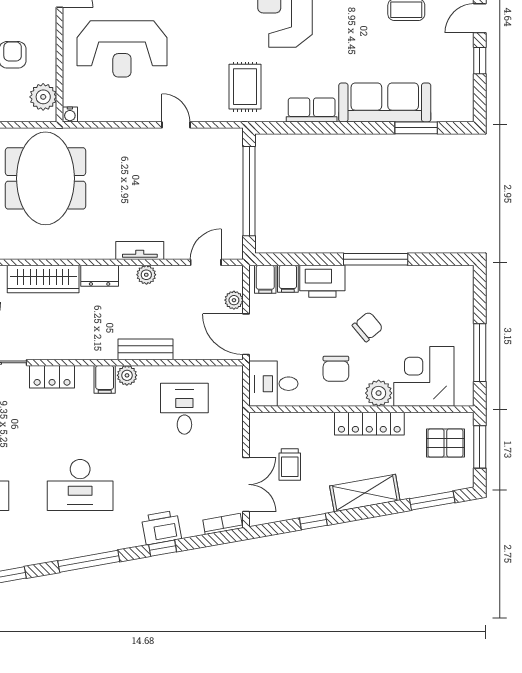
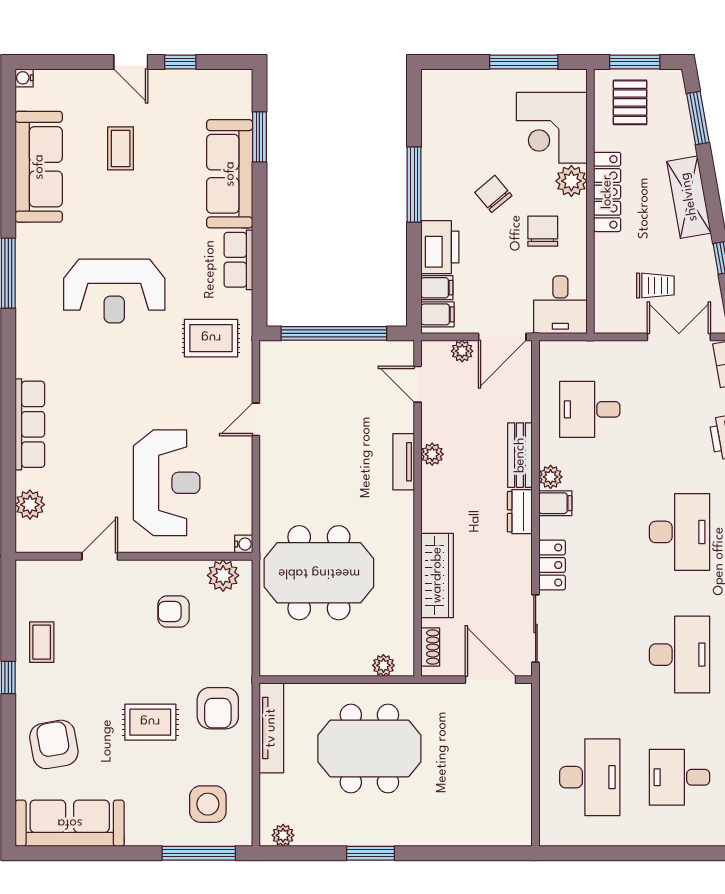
dresser: (100, 276) -> (520, 512), moved, turned 180
chair: (336, 369) -> (543, 231), turned -90

